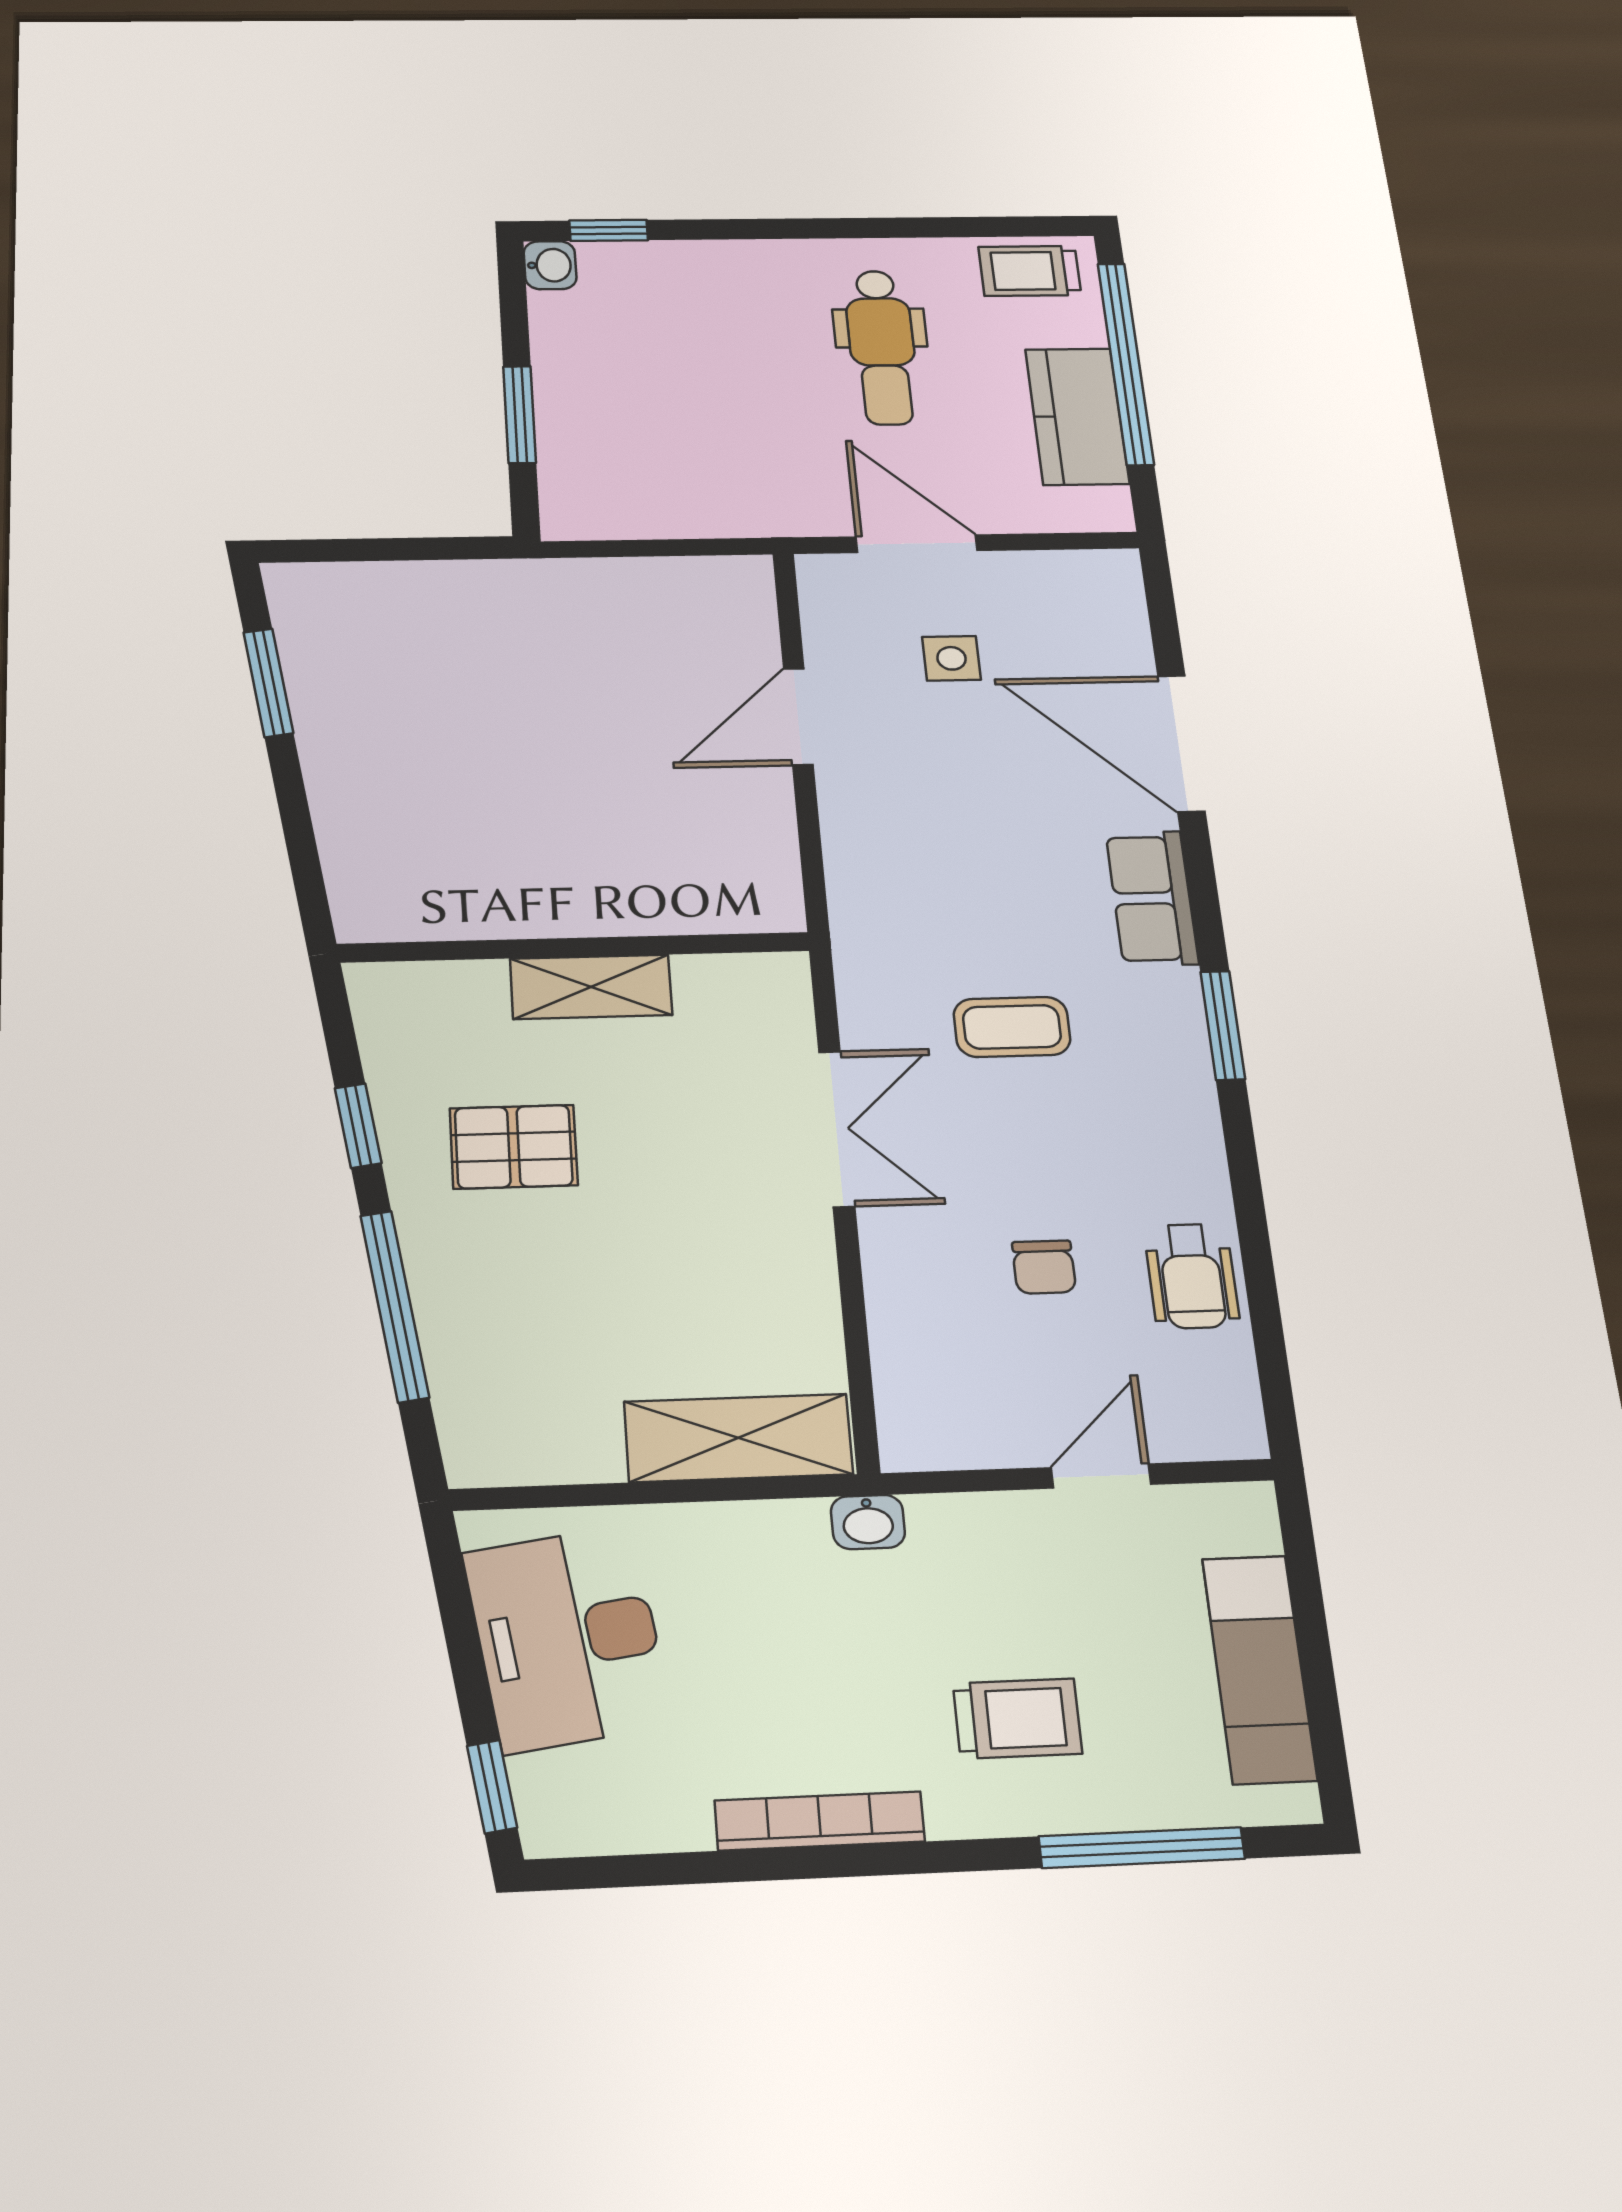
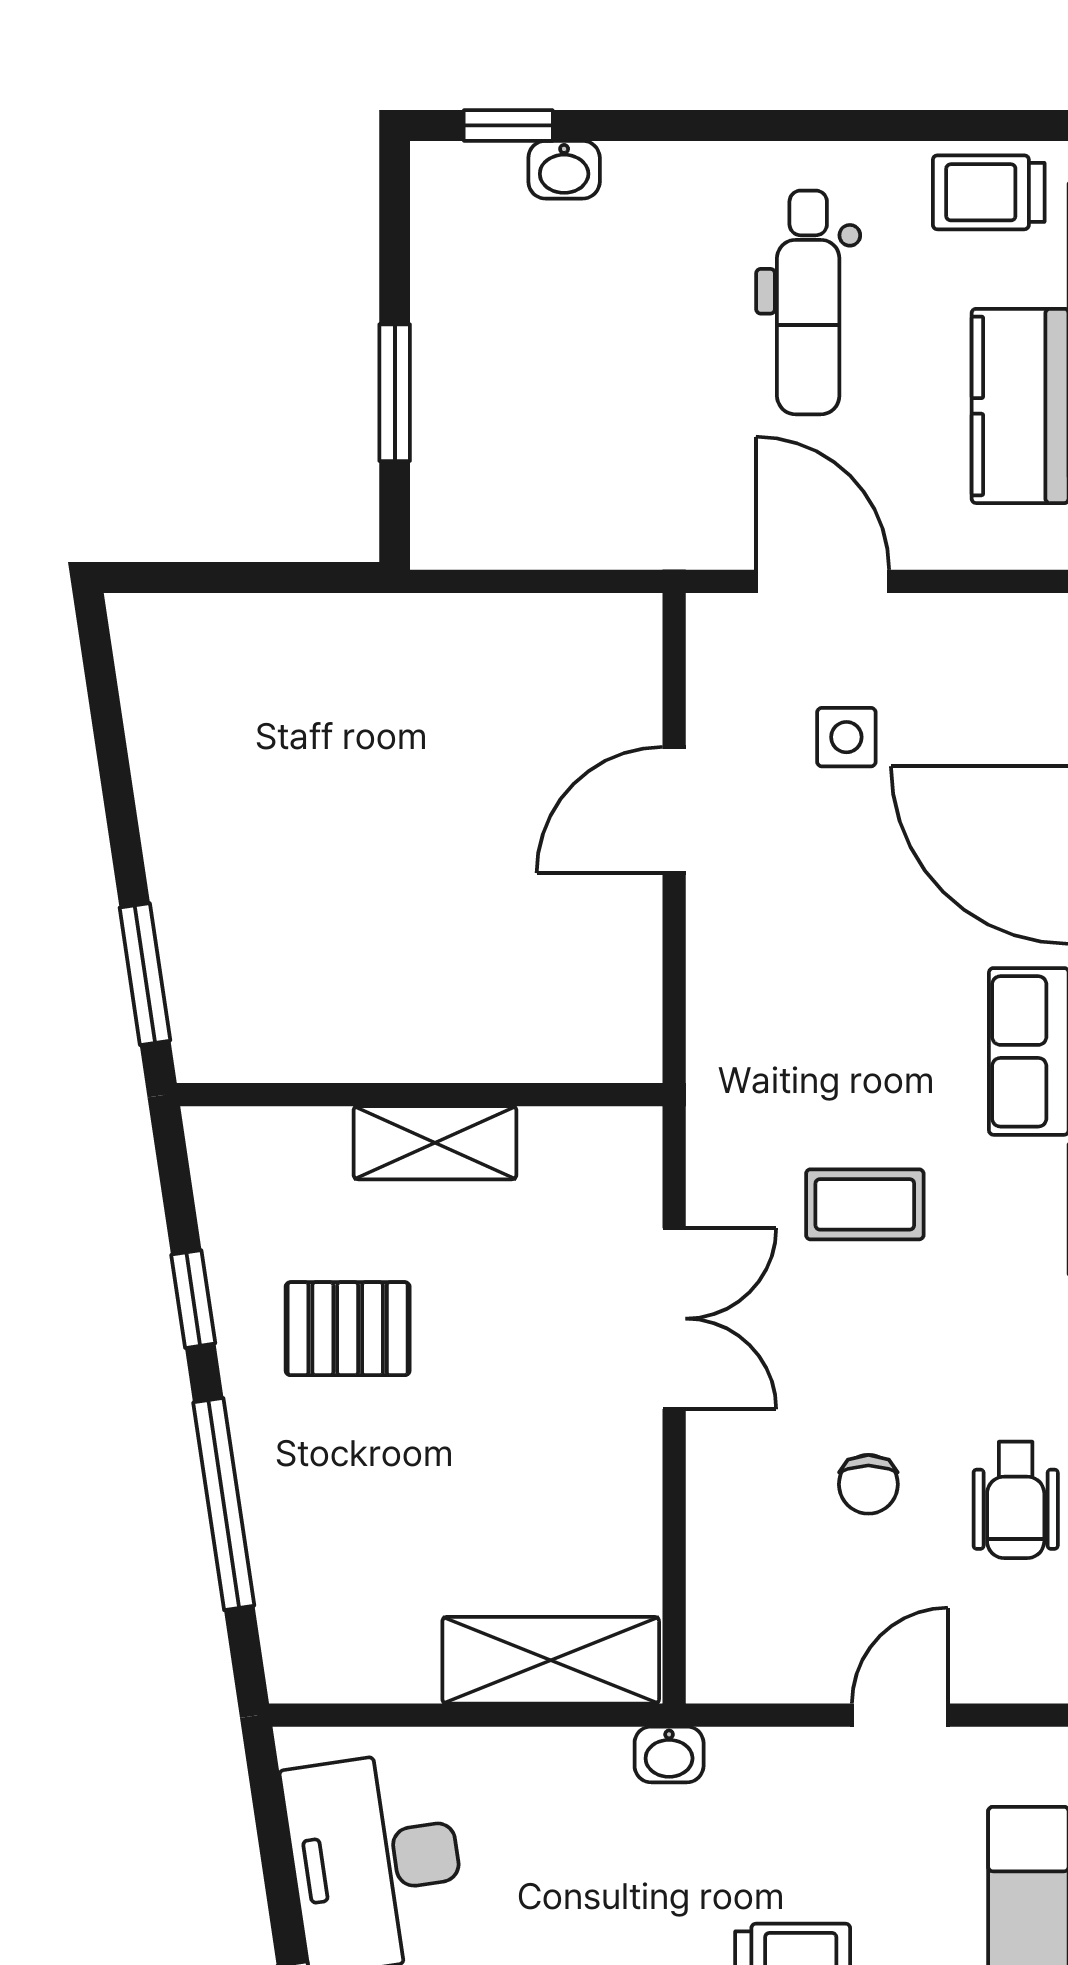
washbasin: (550, 265) -> (564, 170), moved, turned 90
window: (268, 683) -> (145, 974), moved

